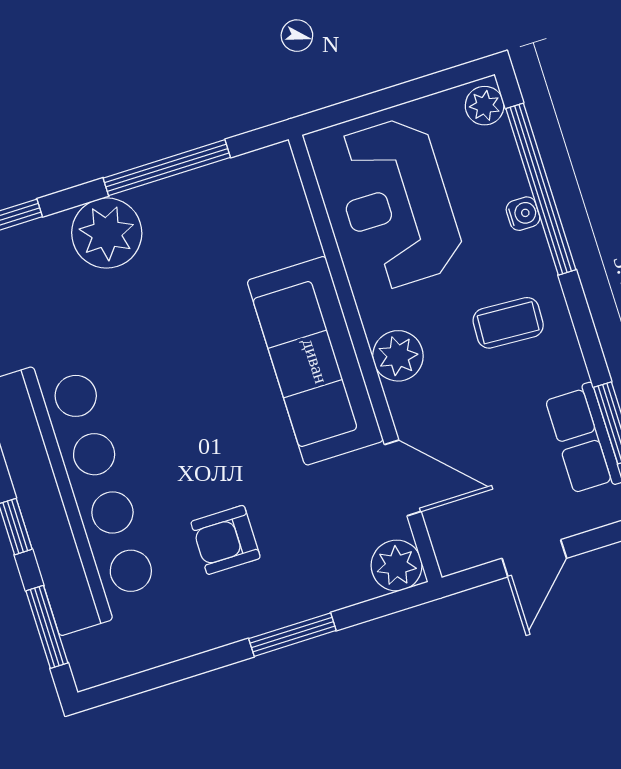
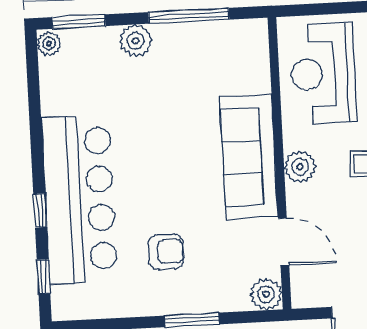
plant: (107, 233) -> (136, 41), width x0.73, depth x0.73
armchair: (226, 540) -> (166, 252), turned 180
window: (47, 627) -> (44, 277), width x0.67

